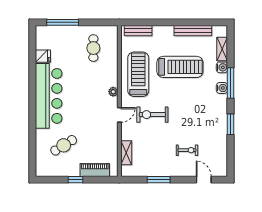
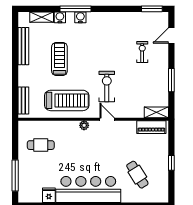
treadmill: (180, 67) -> (59, 59), width x0.73, depth x0.73
treadmill: (138, 74) -> (67, 100), turned 180
exercise bike: (152, 115) -> (107, 86), turned 180
window: (230, 124) -> (152, 9), moved
shelving: (126, 153) -> (156, 112), moved
piano: (95, 170) -> (151, 127), moved, turned -90

